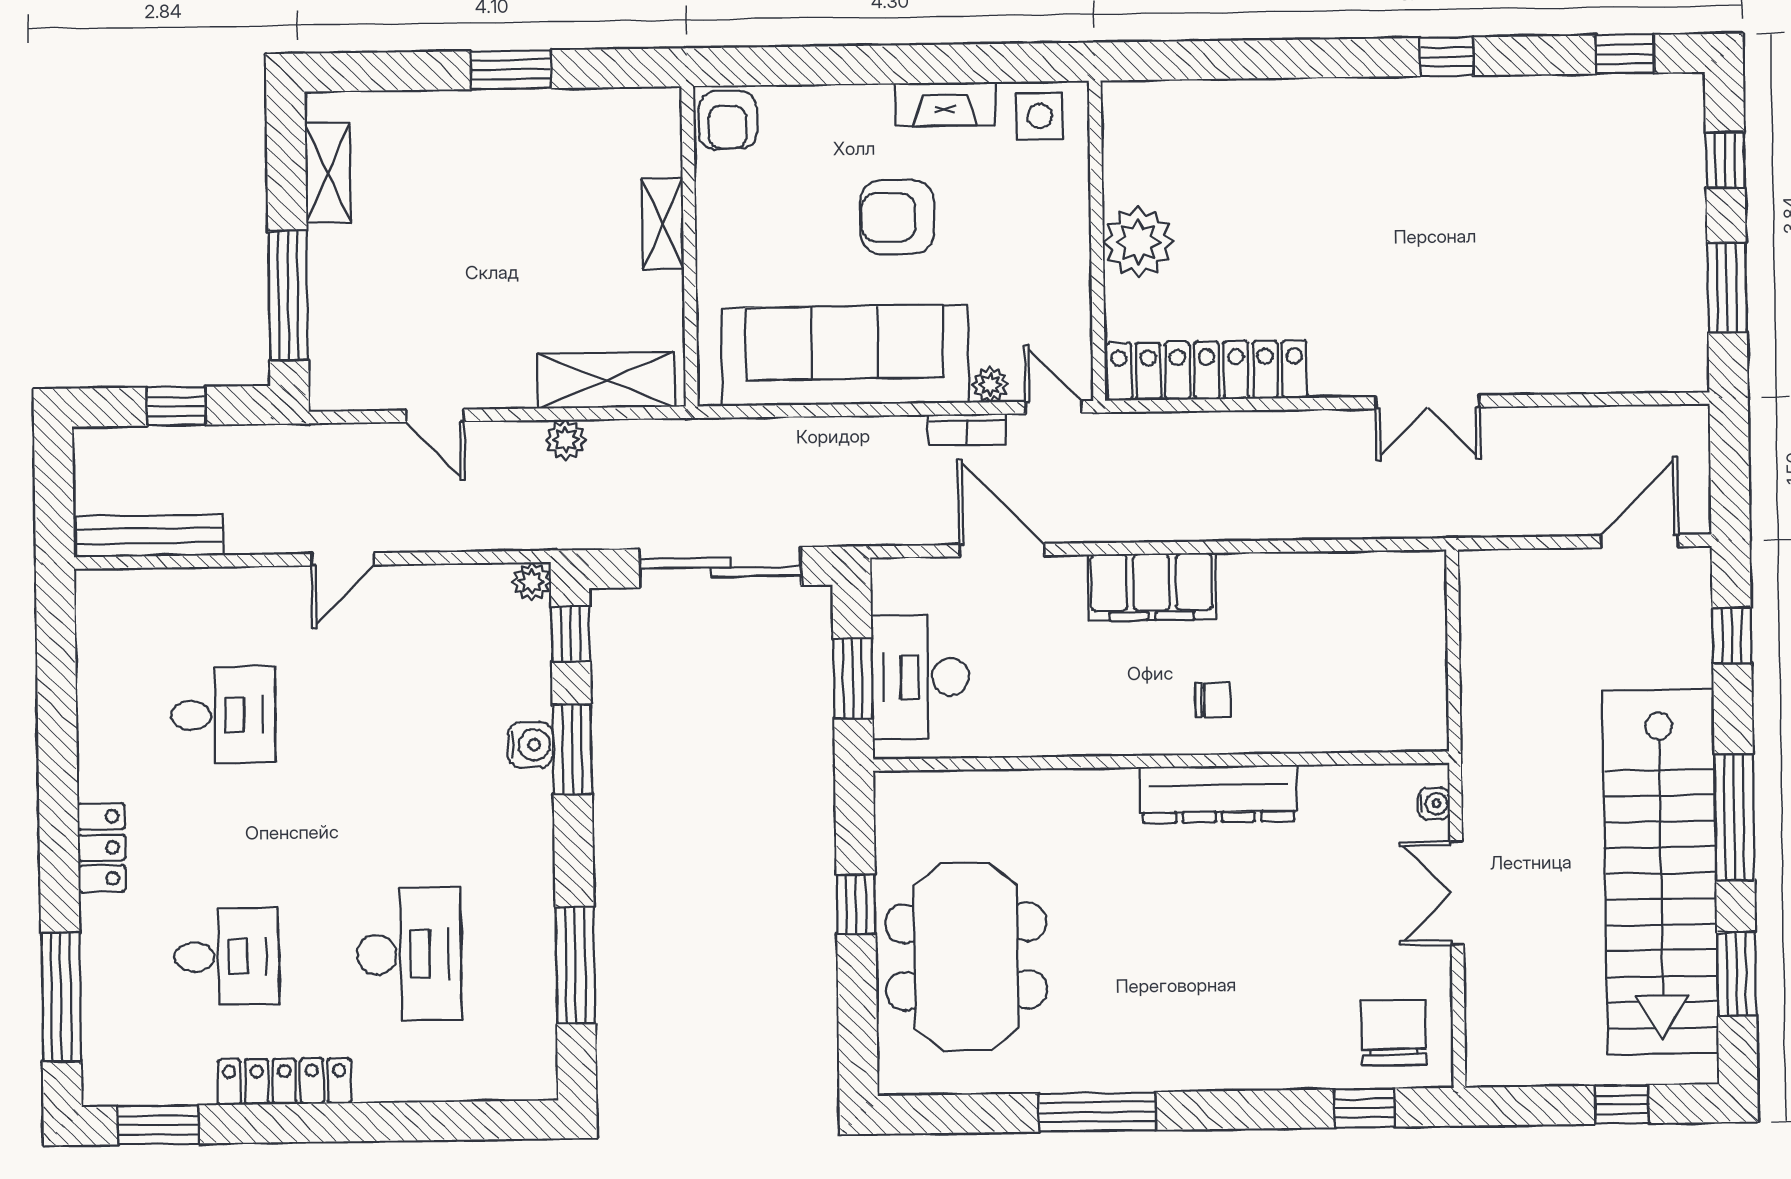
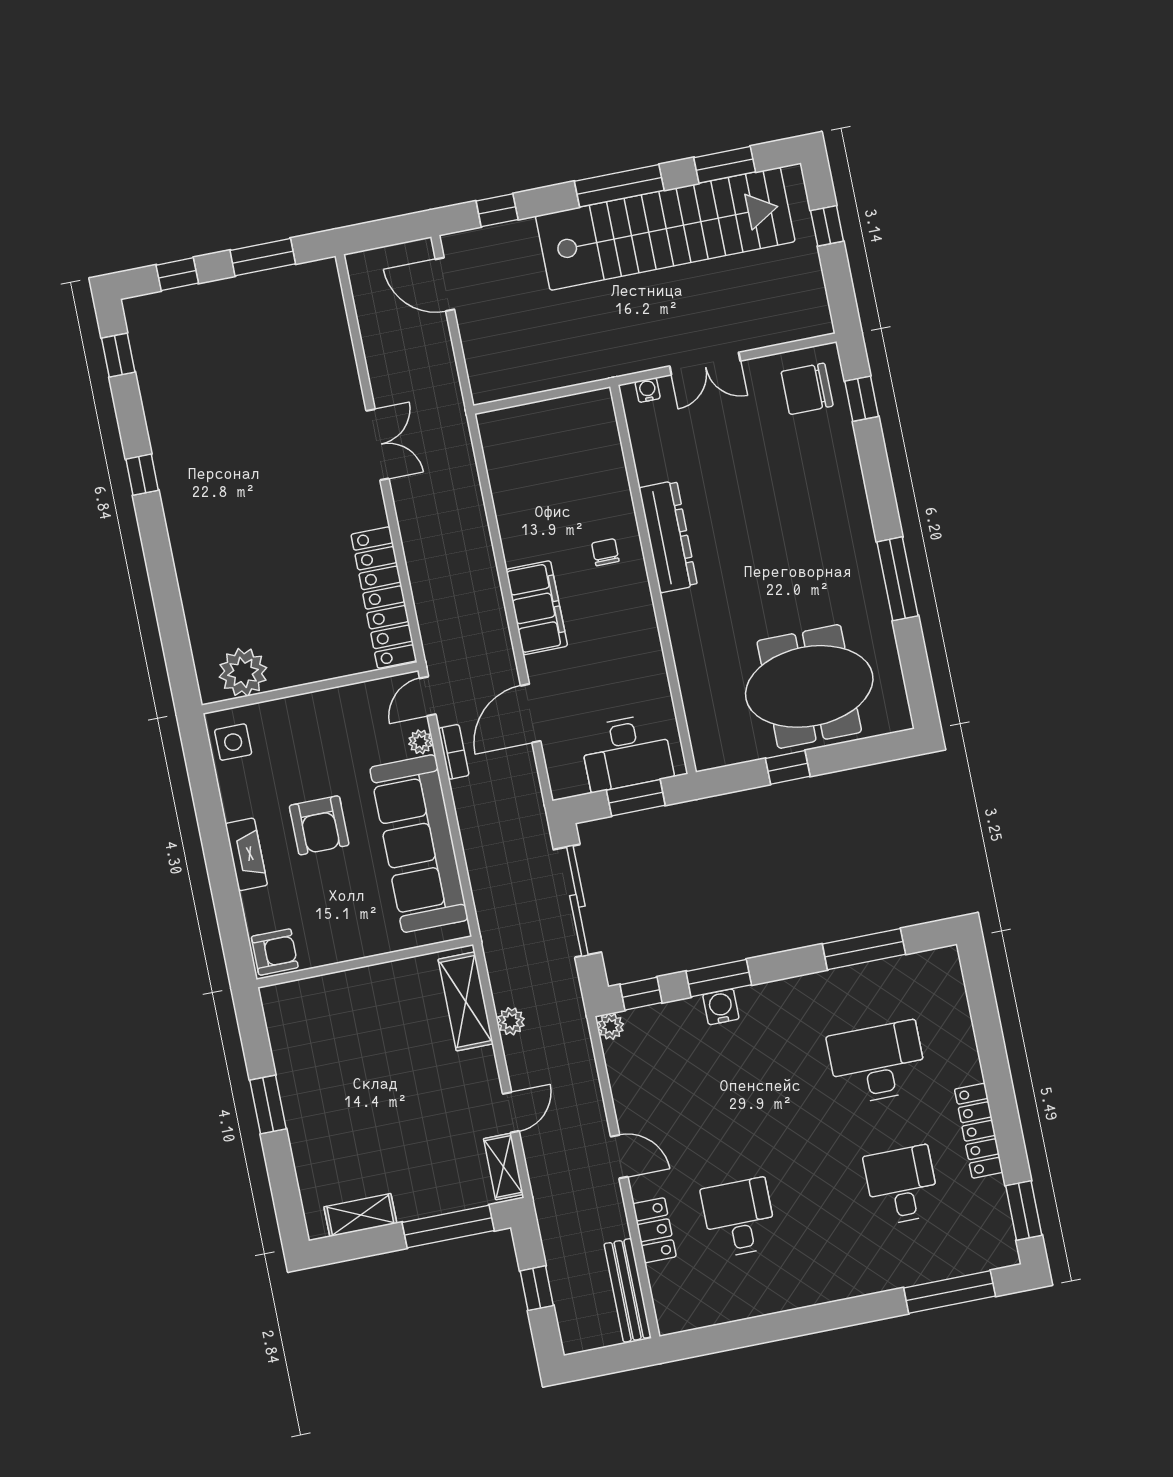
fireplace: (945, 104) -> (246, 854), moved
shelving: (663, 224) -> (503, 1166), moved, turned 90
plant: (1138, 242) -> (243, 672), moved
locker: (102, 848) -> (654, 1230), moved, turned 90

